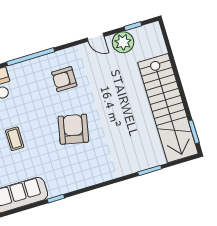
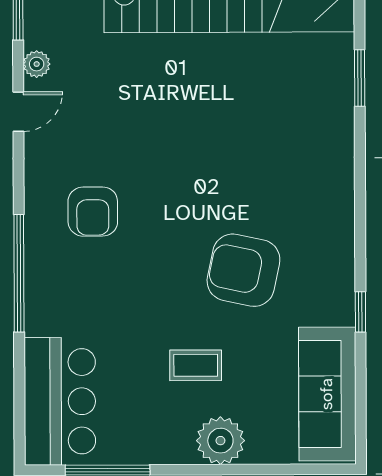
plant: (123, 42) -> (37, 64), width x0.53, depth x0.53
armchair: (73, 129) -> (243, 270), moved

